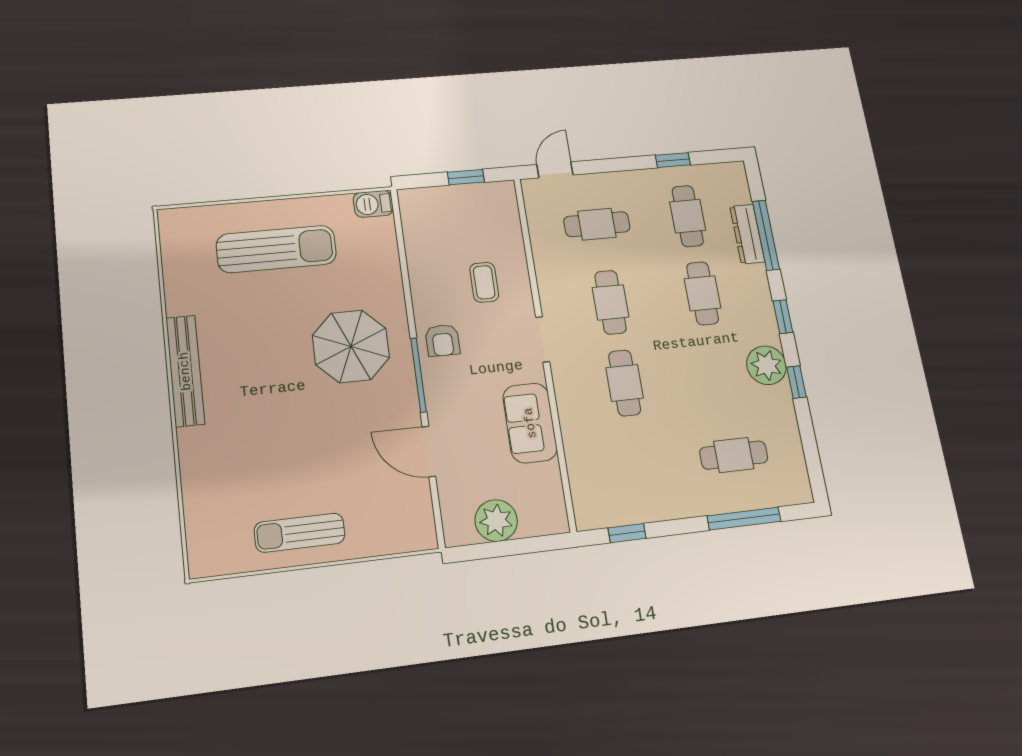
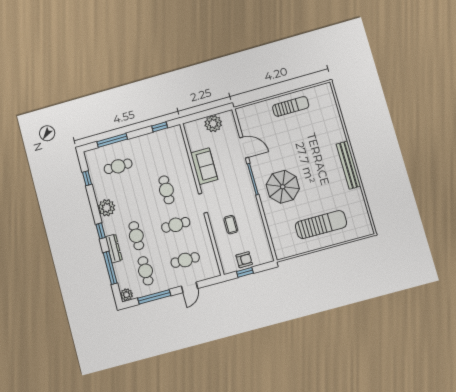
window: (673, 160) -> (154, 297), width x2.17
door: (555, 170) -> (189, 287), moved
plant: (733, 174) -> (127, 295), added
barbecue: (373, 204) -> (283, 253), removed
dresser: (747, 234) -> (114, 248), moved
sun lounger: (276, 249) -> (321, 225), turned 180
cafe table: (611, 302) -> (176, 225), turned 90
armchair: (442, 340) -> (244, 260), moved, turned 90
window: (796, 382) -> (87, 178), moved

